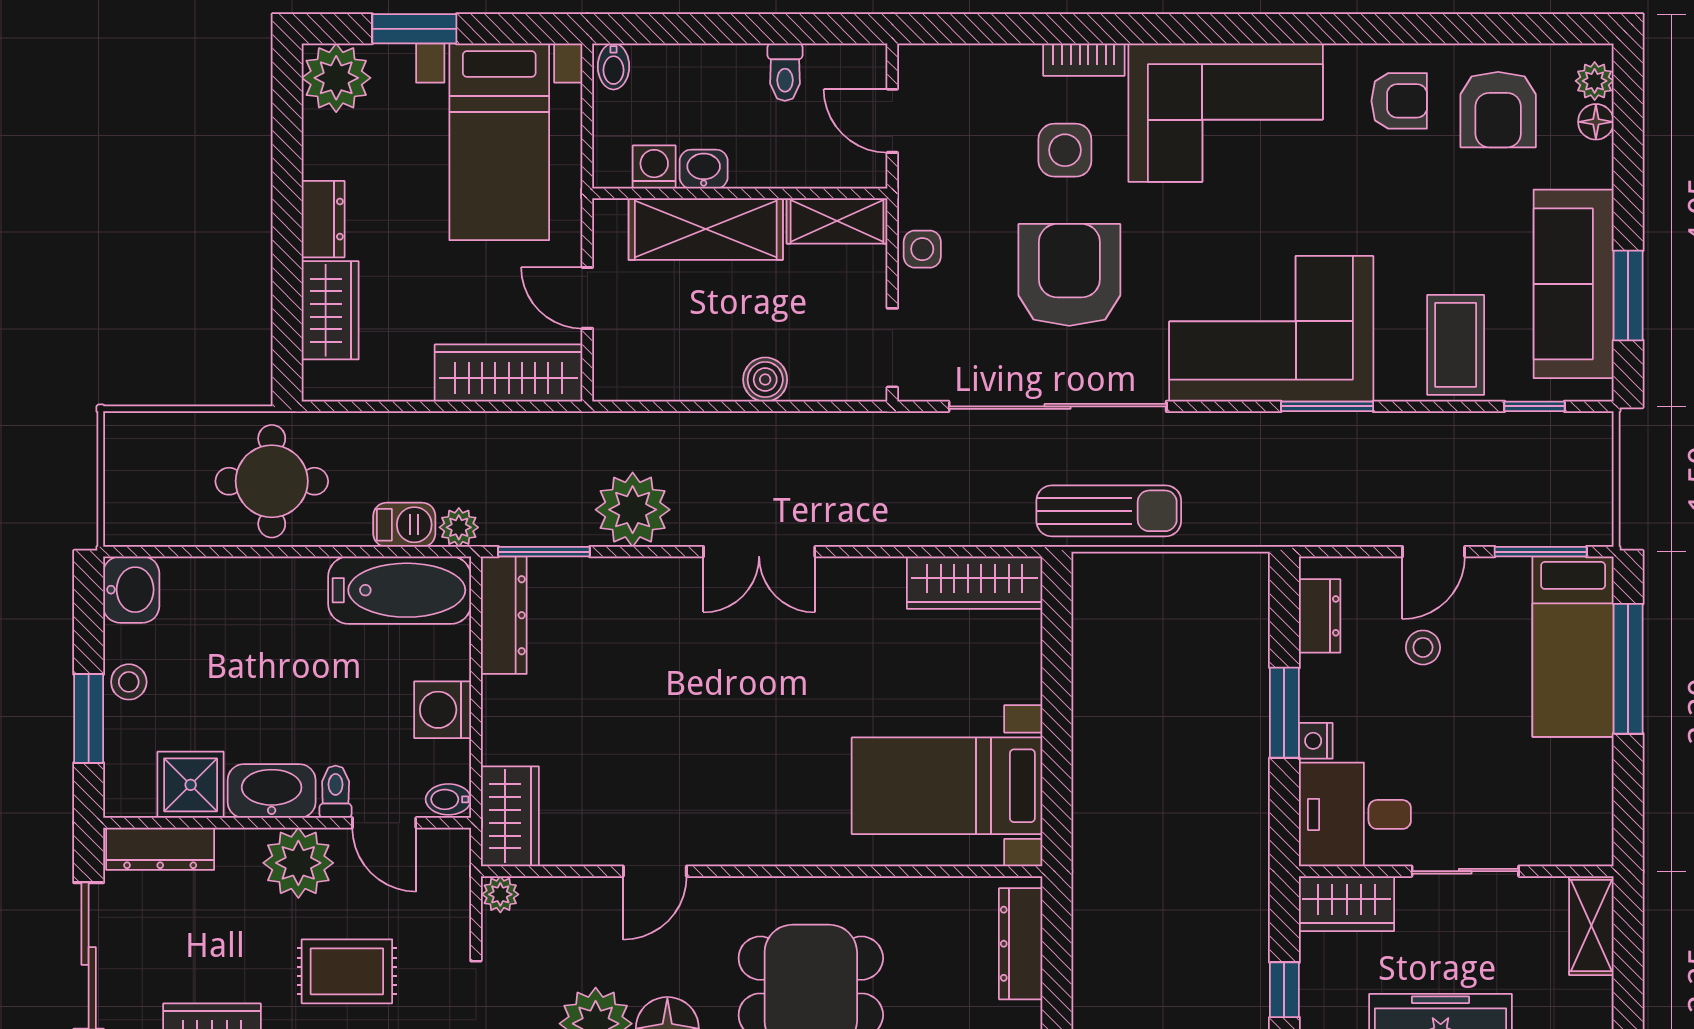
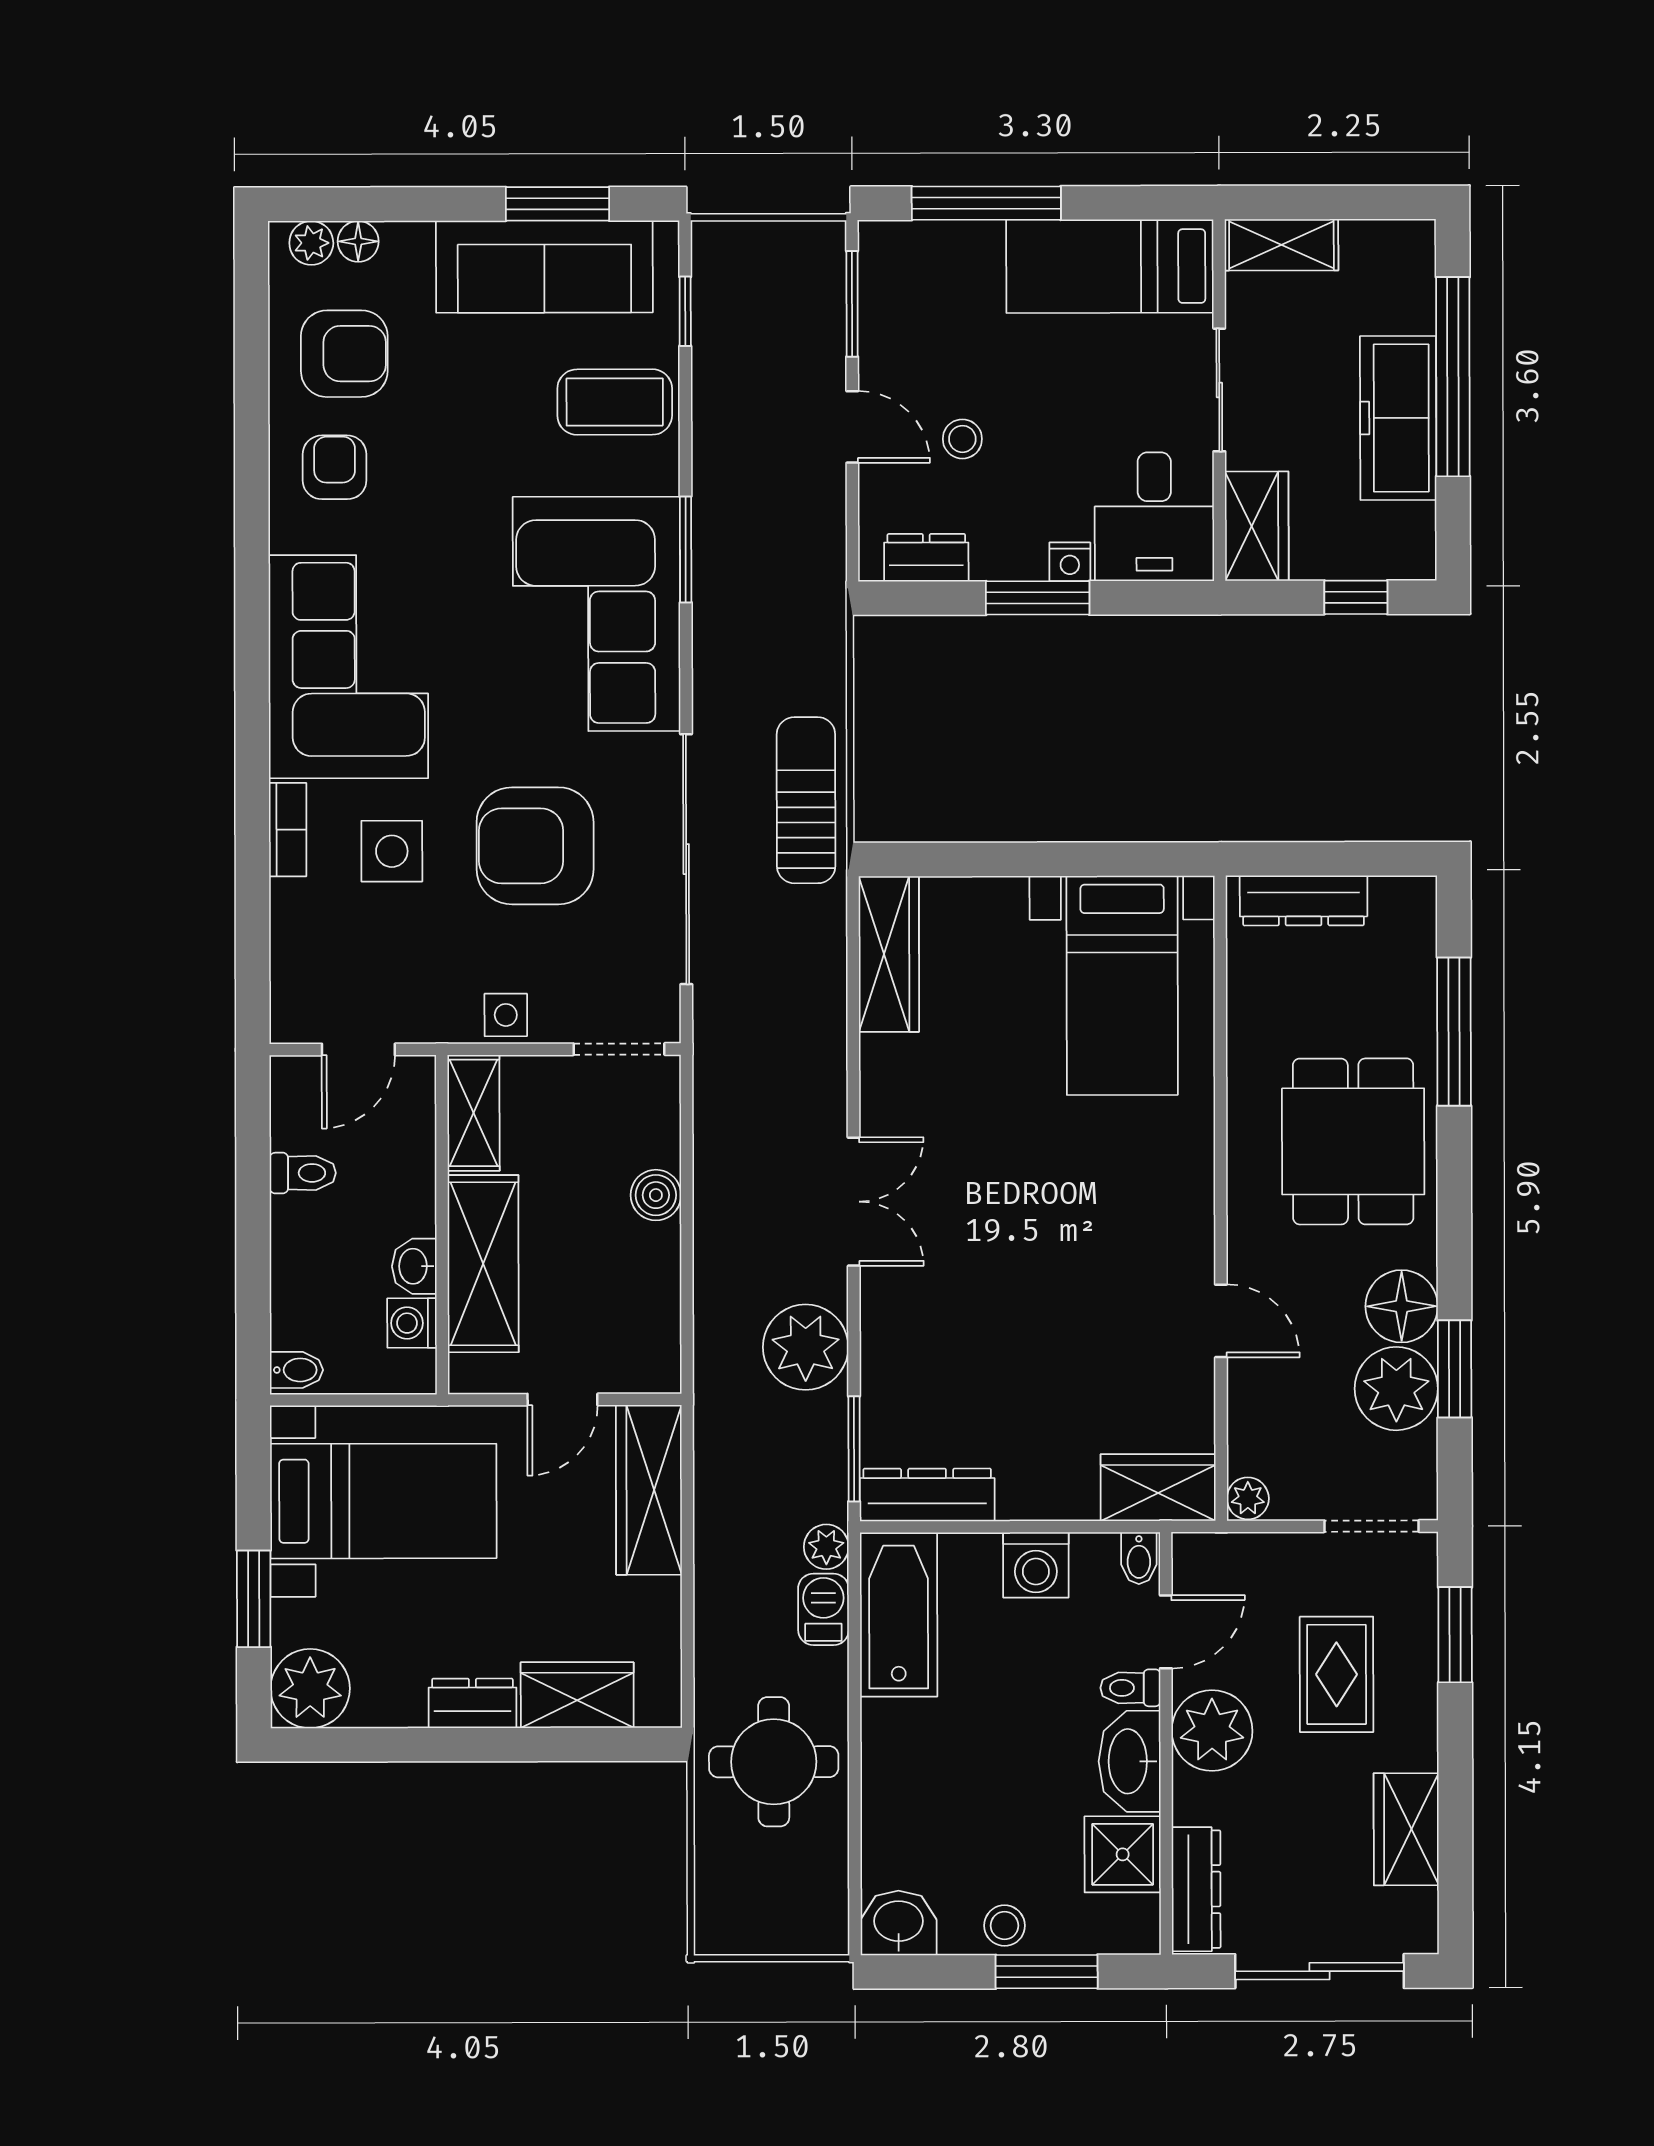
bed: (1573, 647) -> (1110, 266), moved, turned 180

